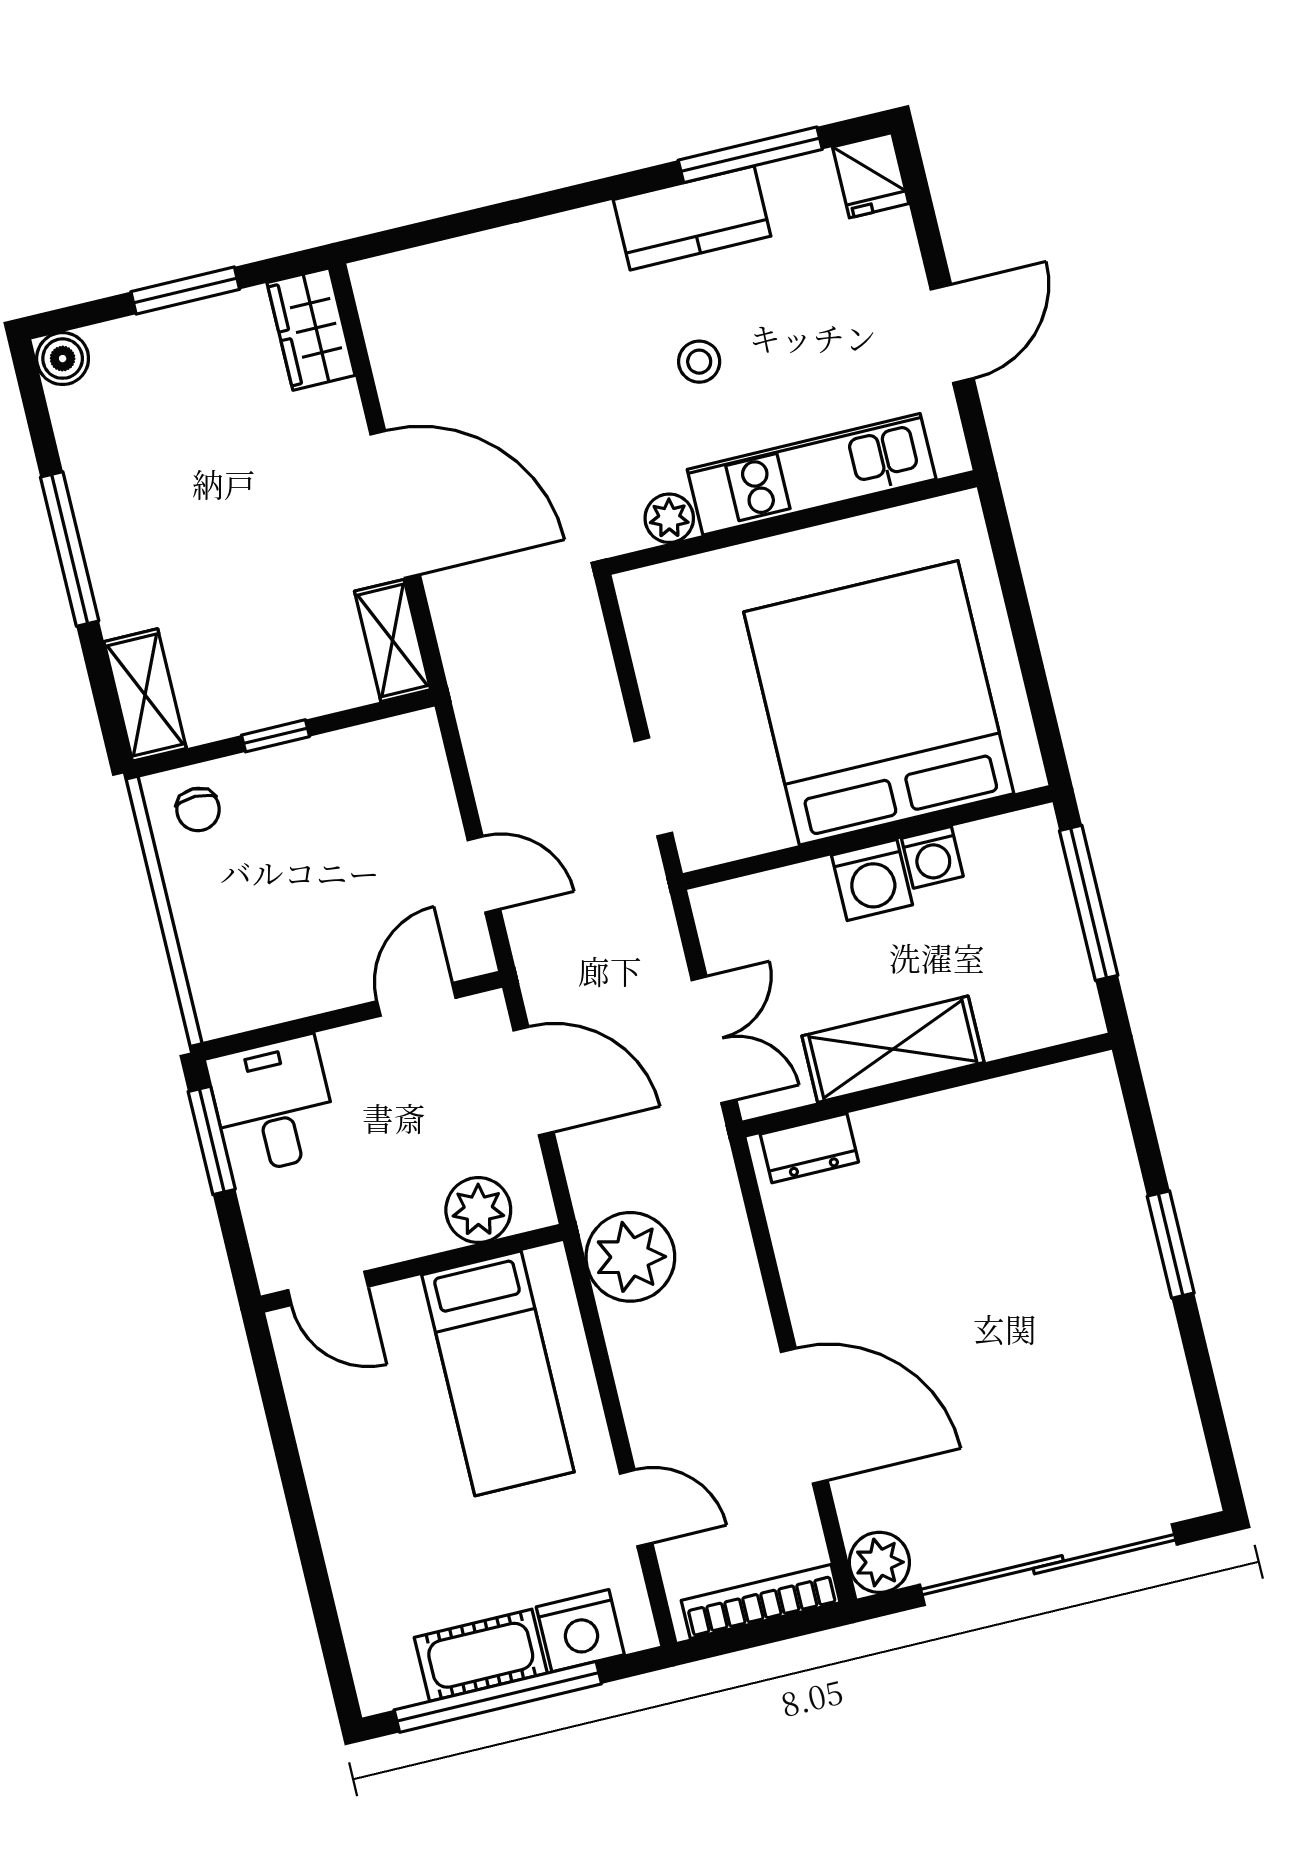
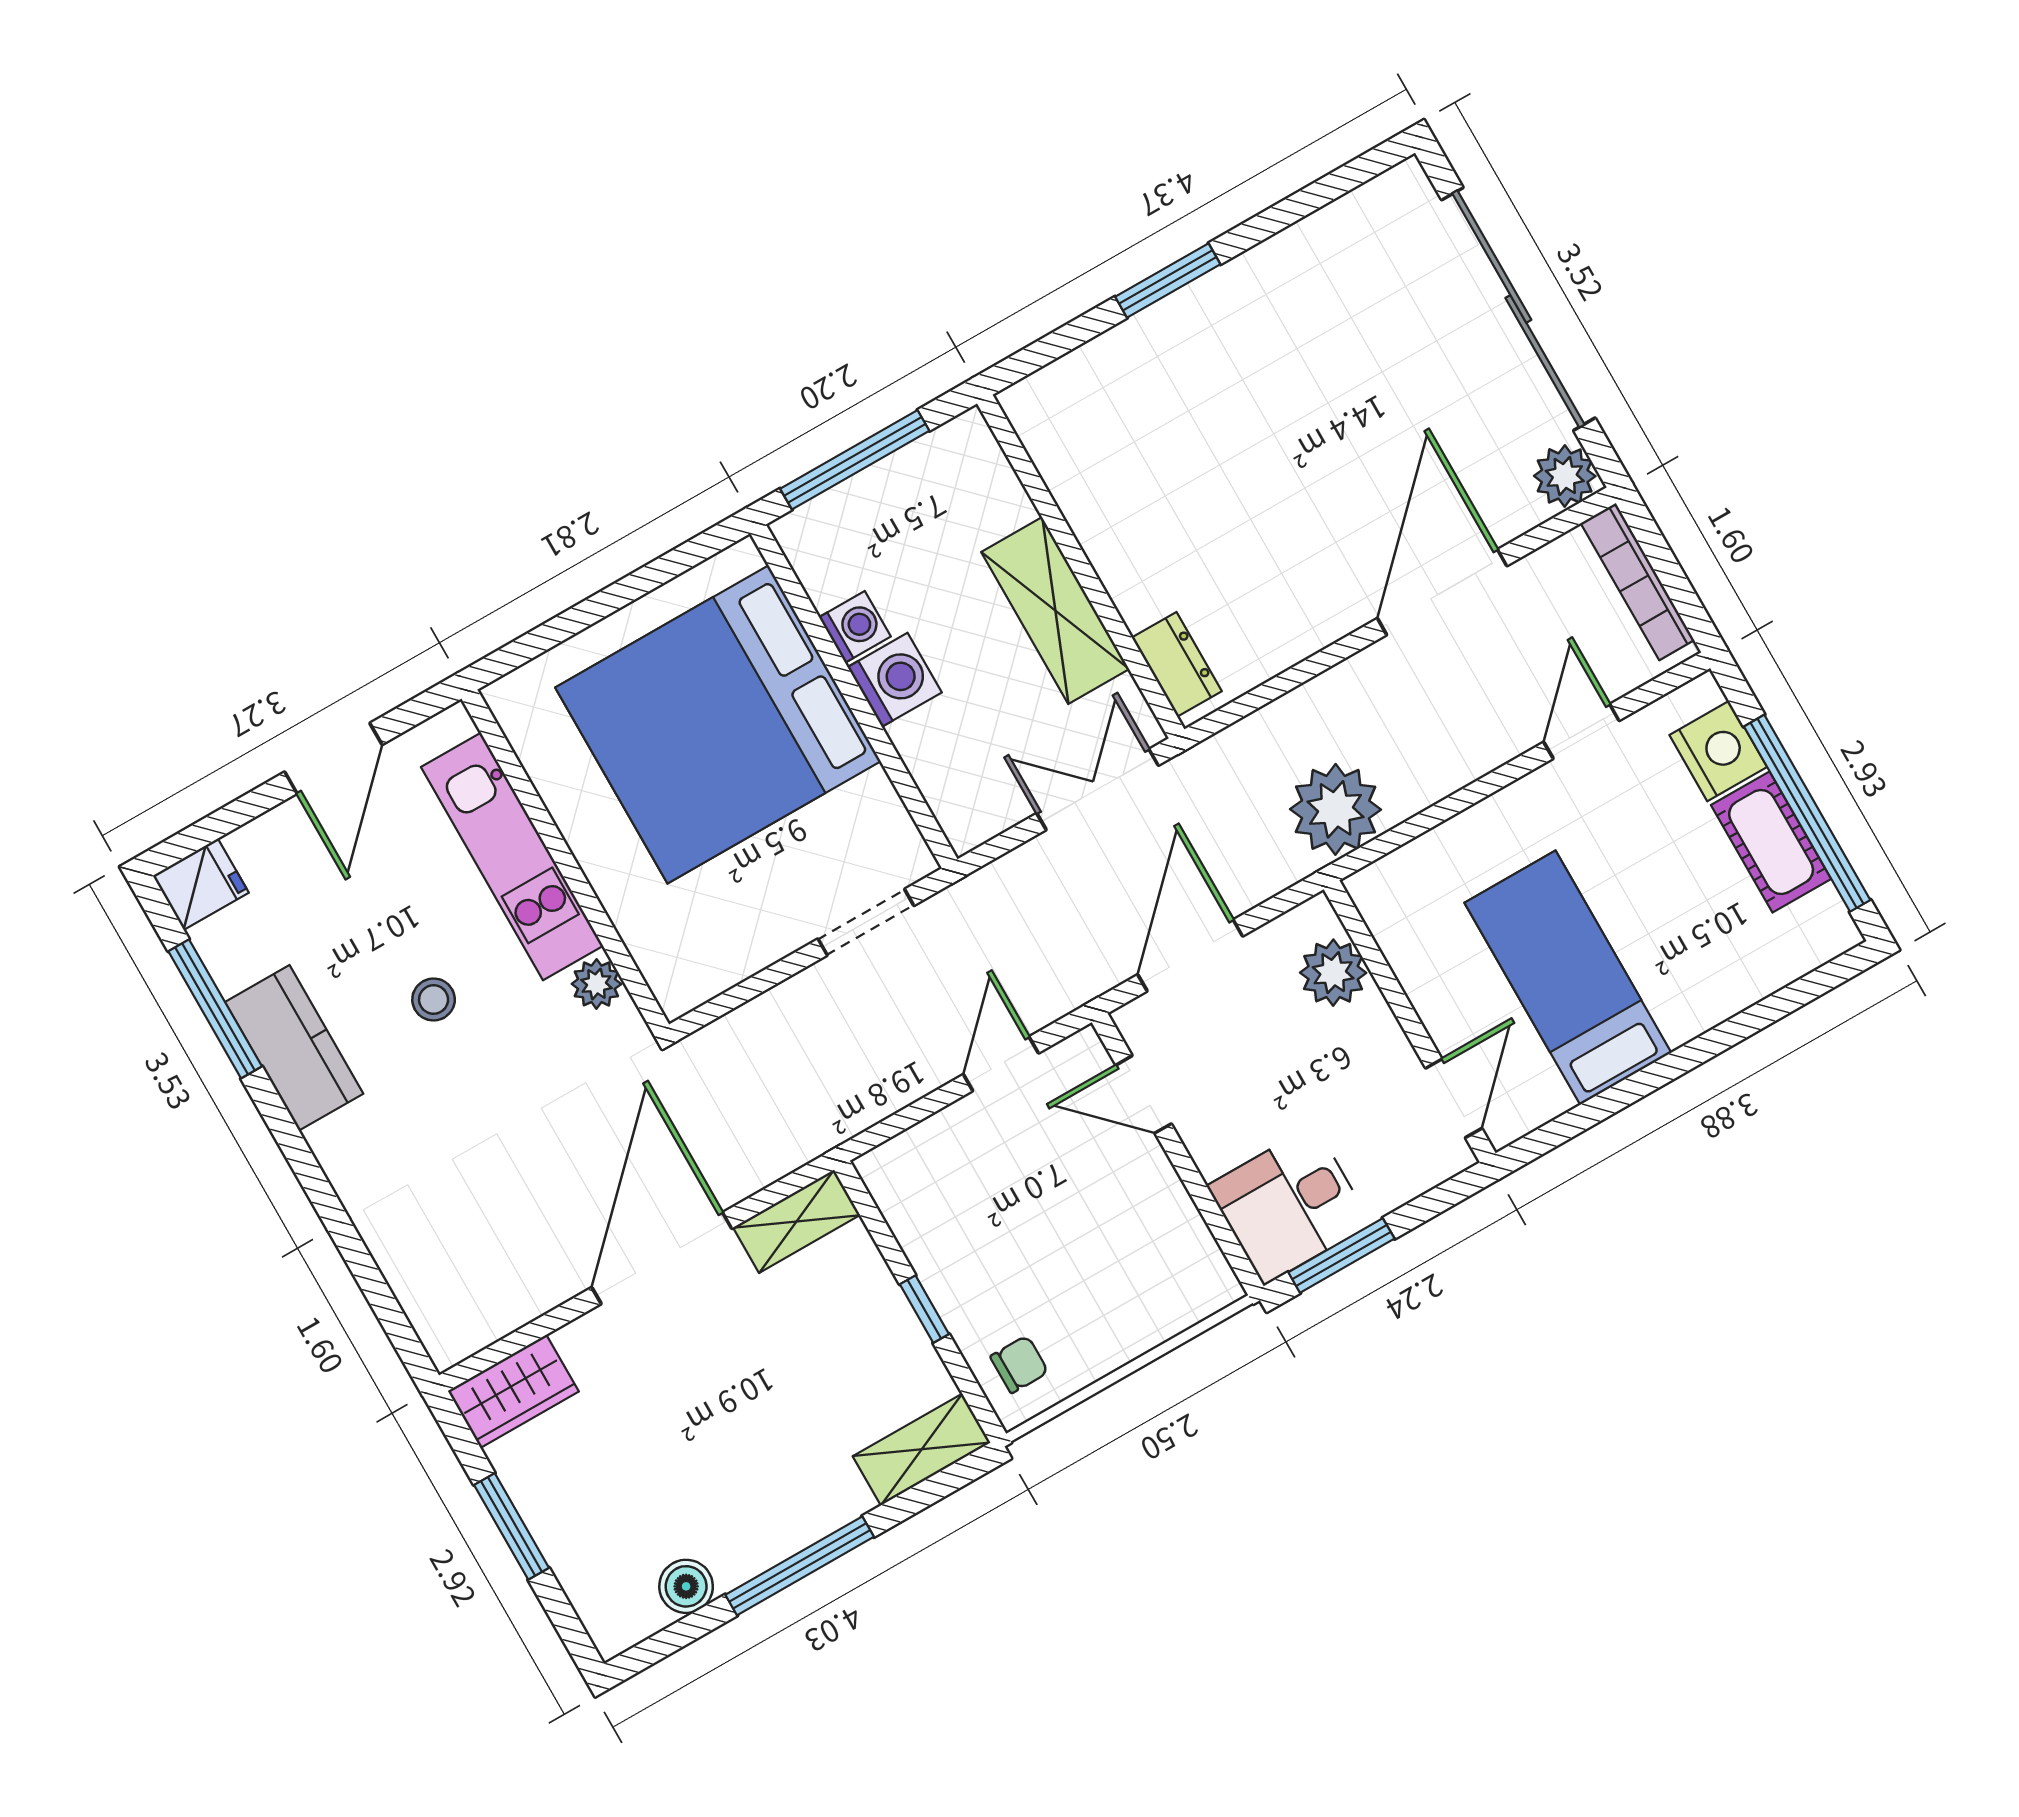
door: (952, 334) -> (333, 758), swing flipped
boiler: (63, 359) -> (686, 1586), moved
bed: (498, 1373) -> (1568, 978), moved, turned -90

